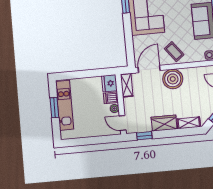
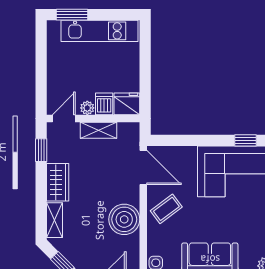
boiler: (173, 79) -> (124, 219), moved
shelving: (127, 85) -> (98, 130), moved
window: (54, 108) -> (72, 15), moved

